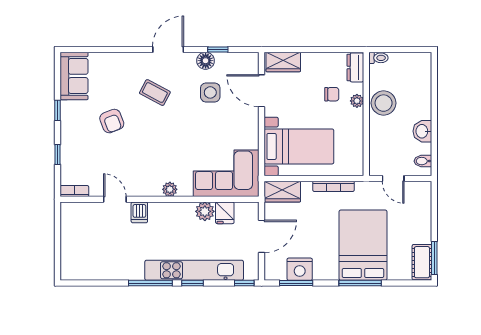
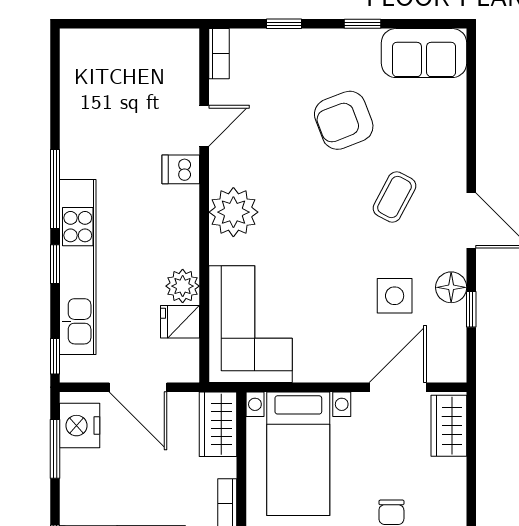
armchair: (112, 121) -> (344, 120), width x1.38, depth x1.38
plant: (170, 189) -> (233, 212), width x1.87, depth x1.87
nightstand: (300, 269) -> (80, 426), moved

